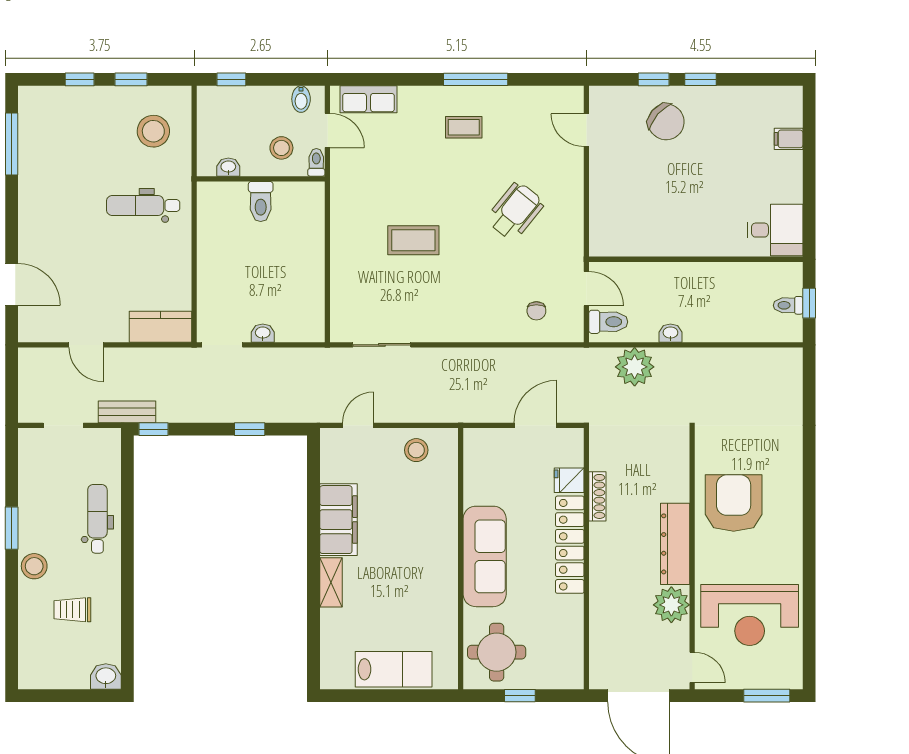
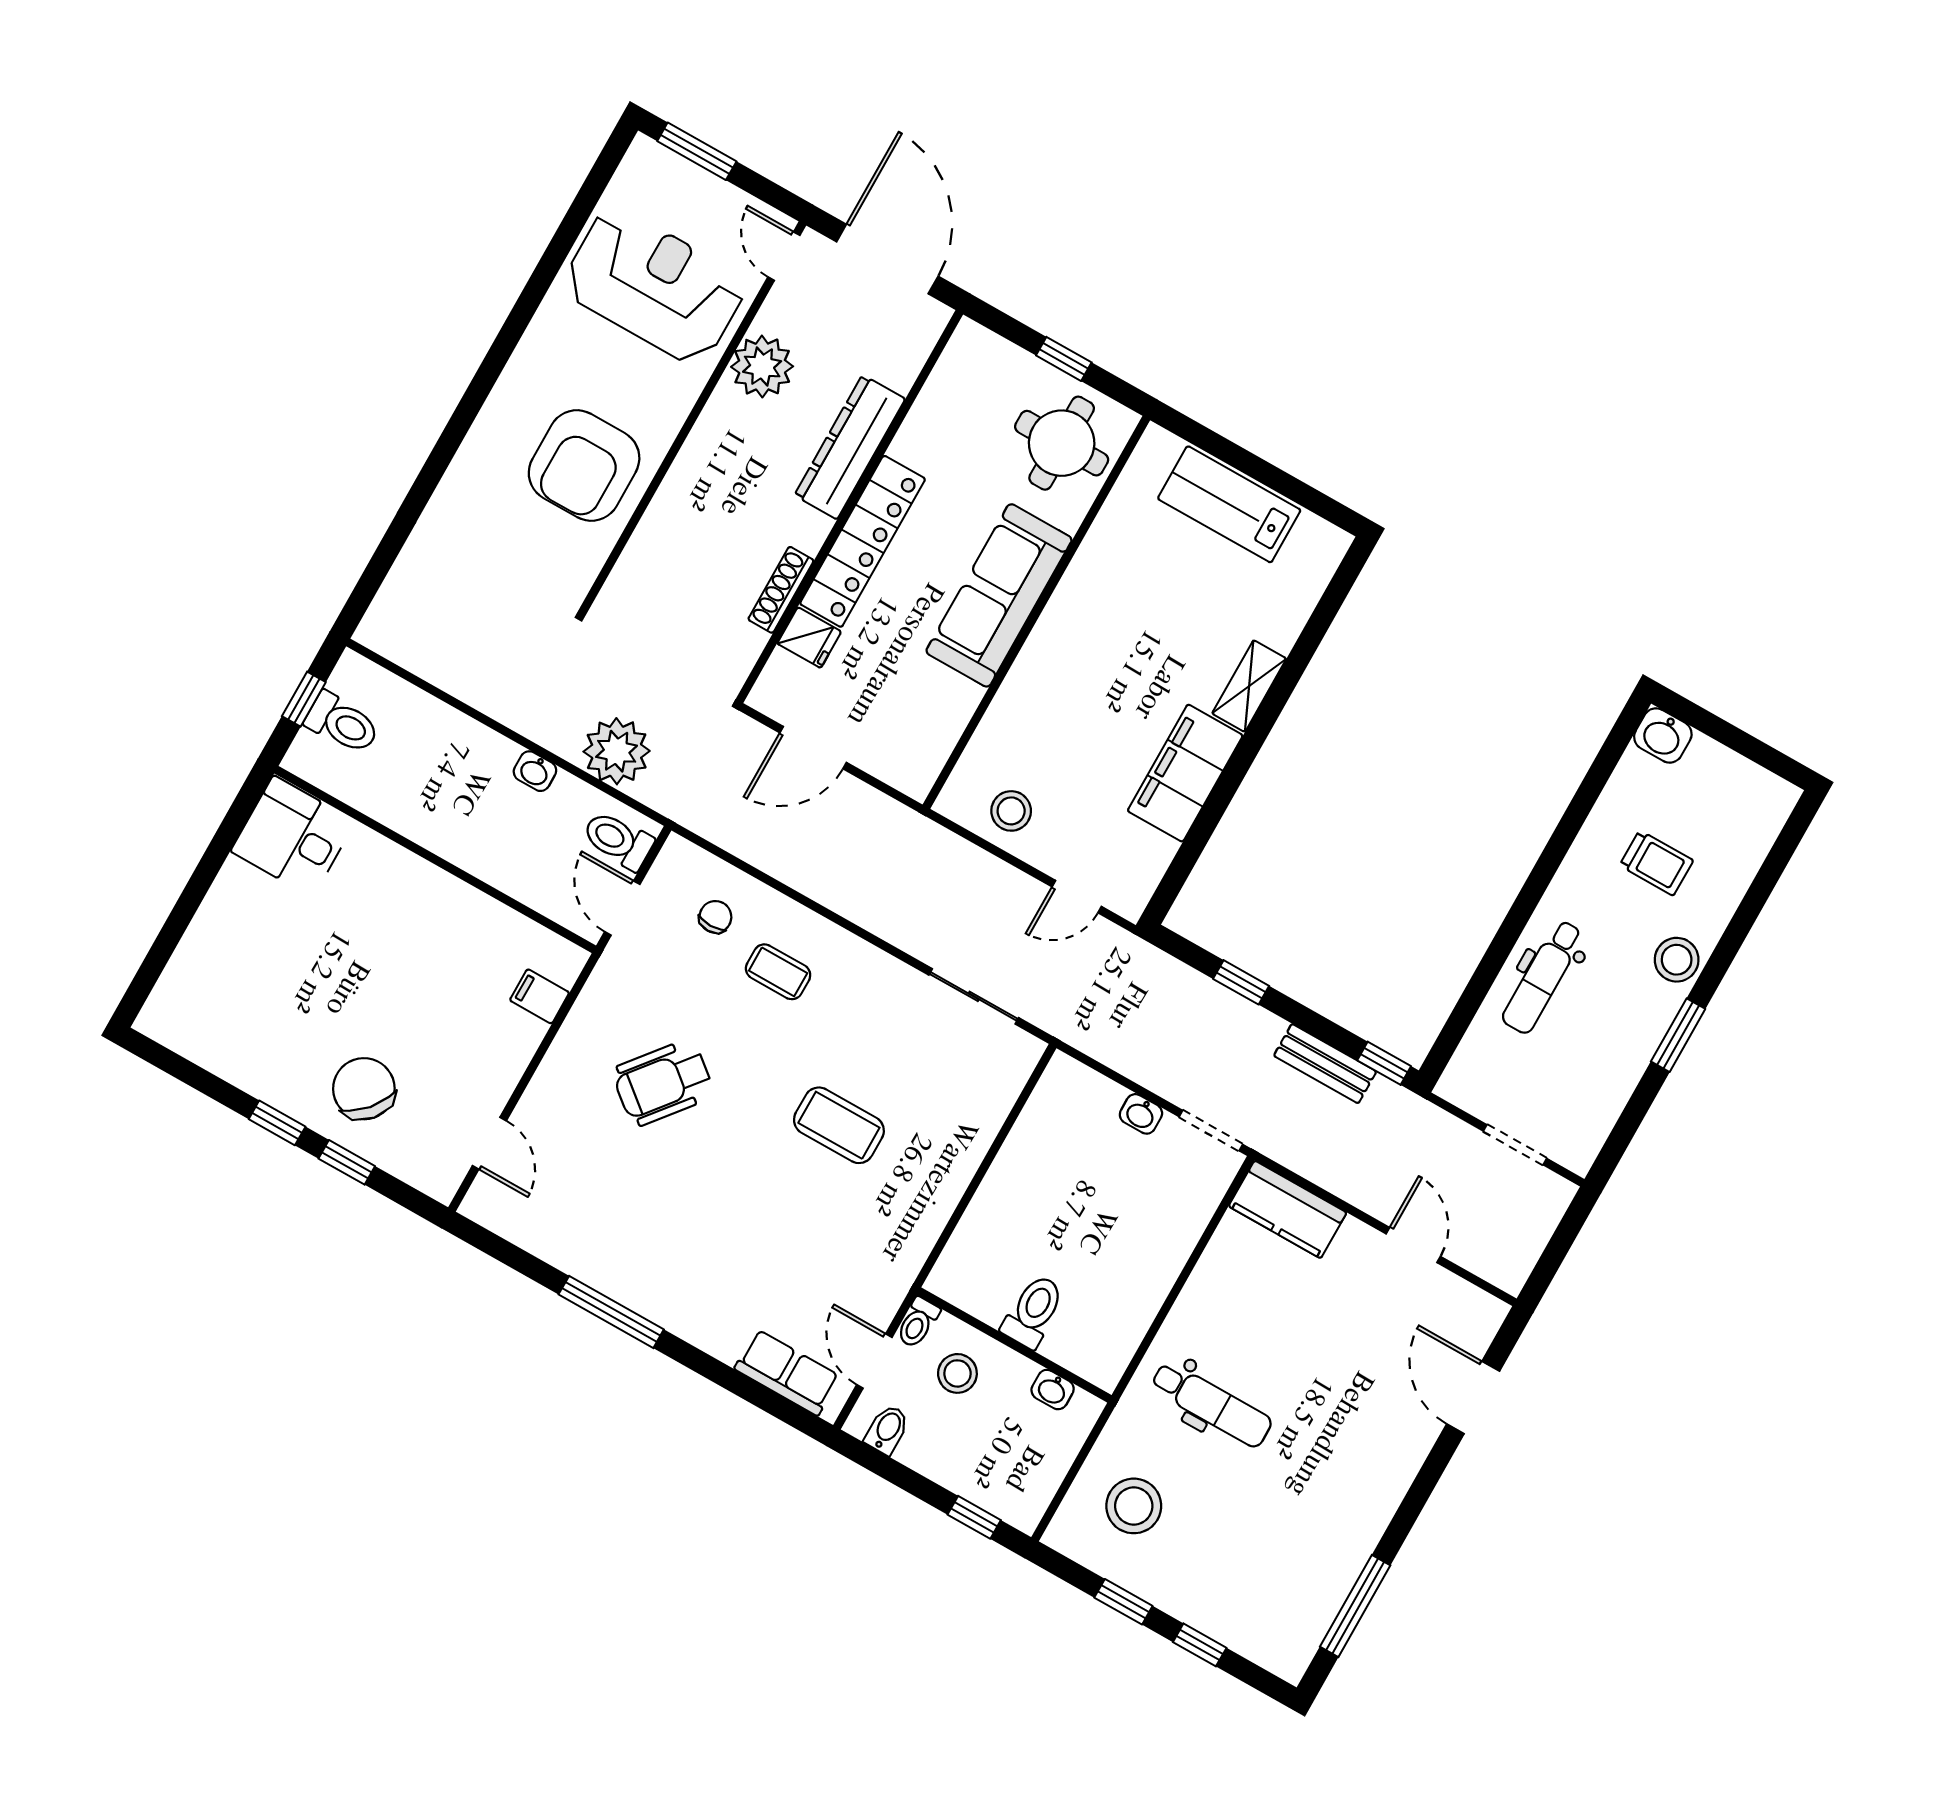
coffee table: (464, 127) -> (778, 972), moved
filing cabinet: (789, 139) -> (540, 996), moved, turned 180
toilet: (788, 305) -> (342, 723), width x1.37, depth x1.39
bench: (127, 412) -> (1325, 1064), moved
dresser: (675, 544) -> (850, 447), moved, turned 180

